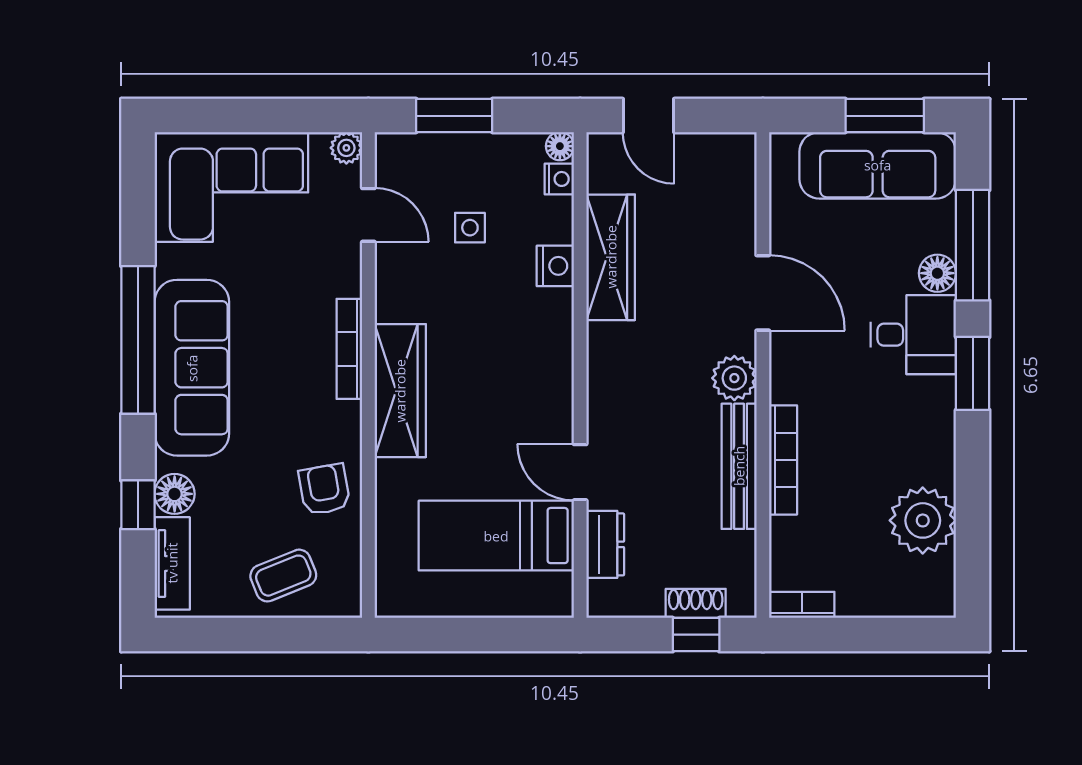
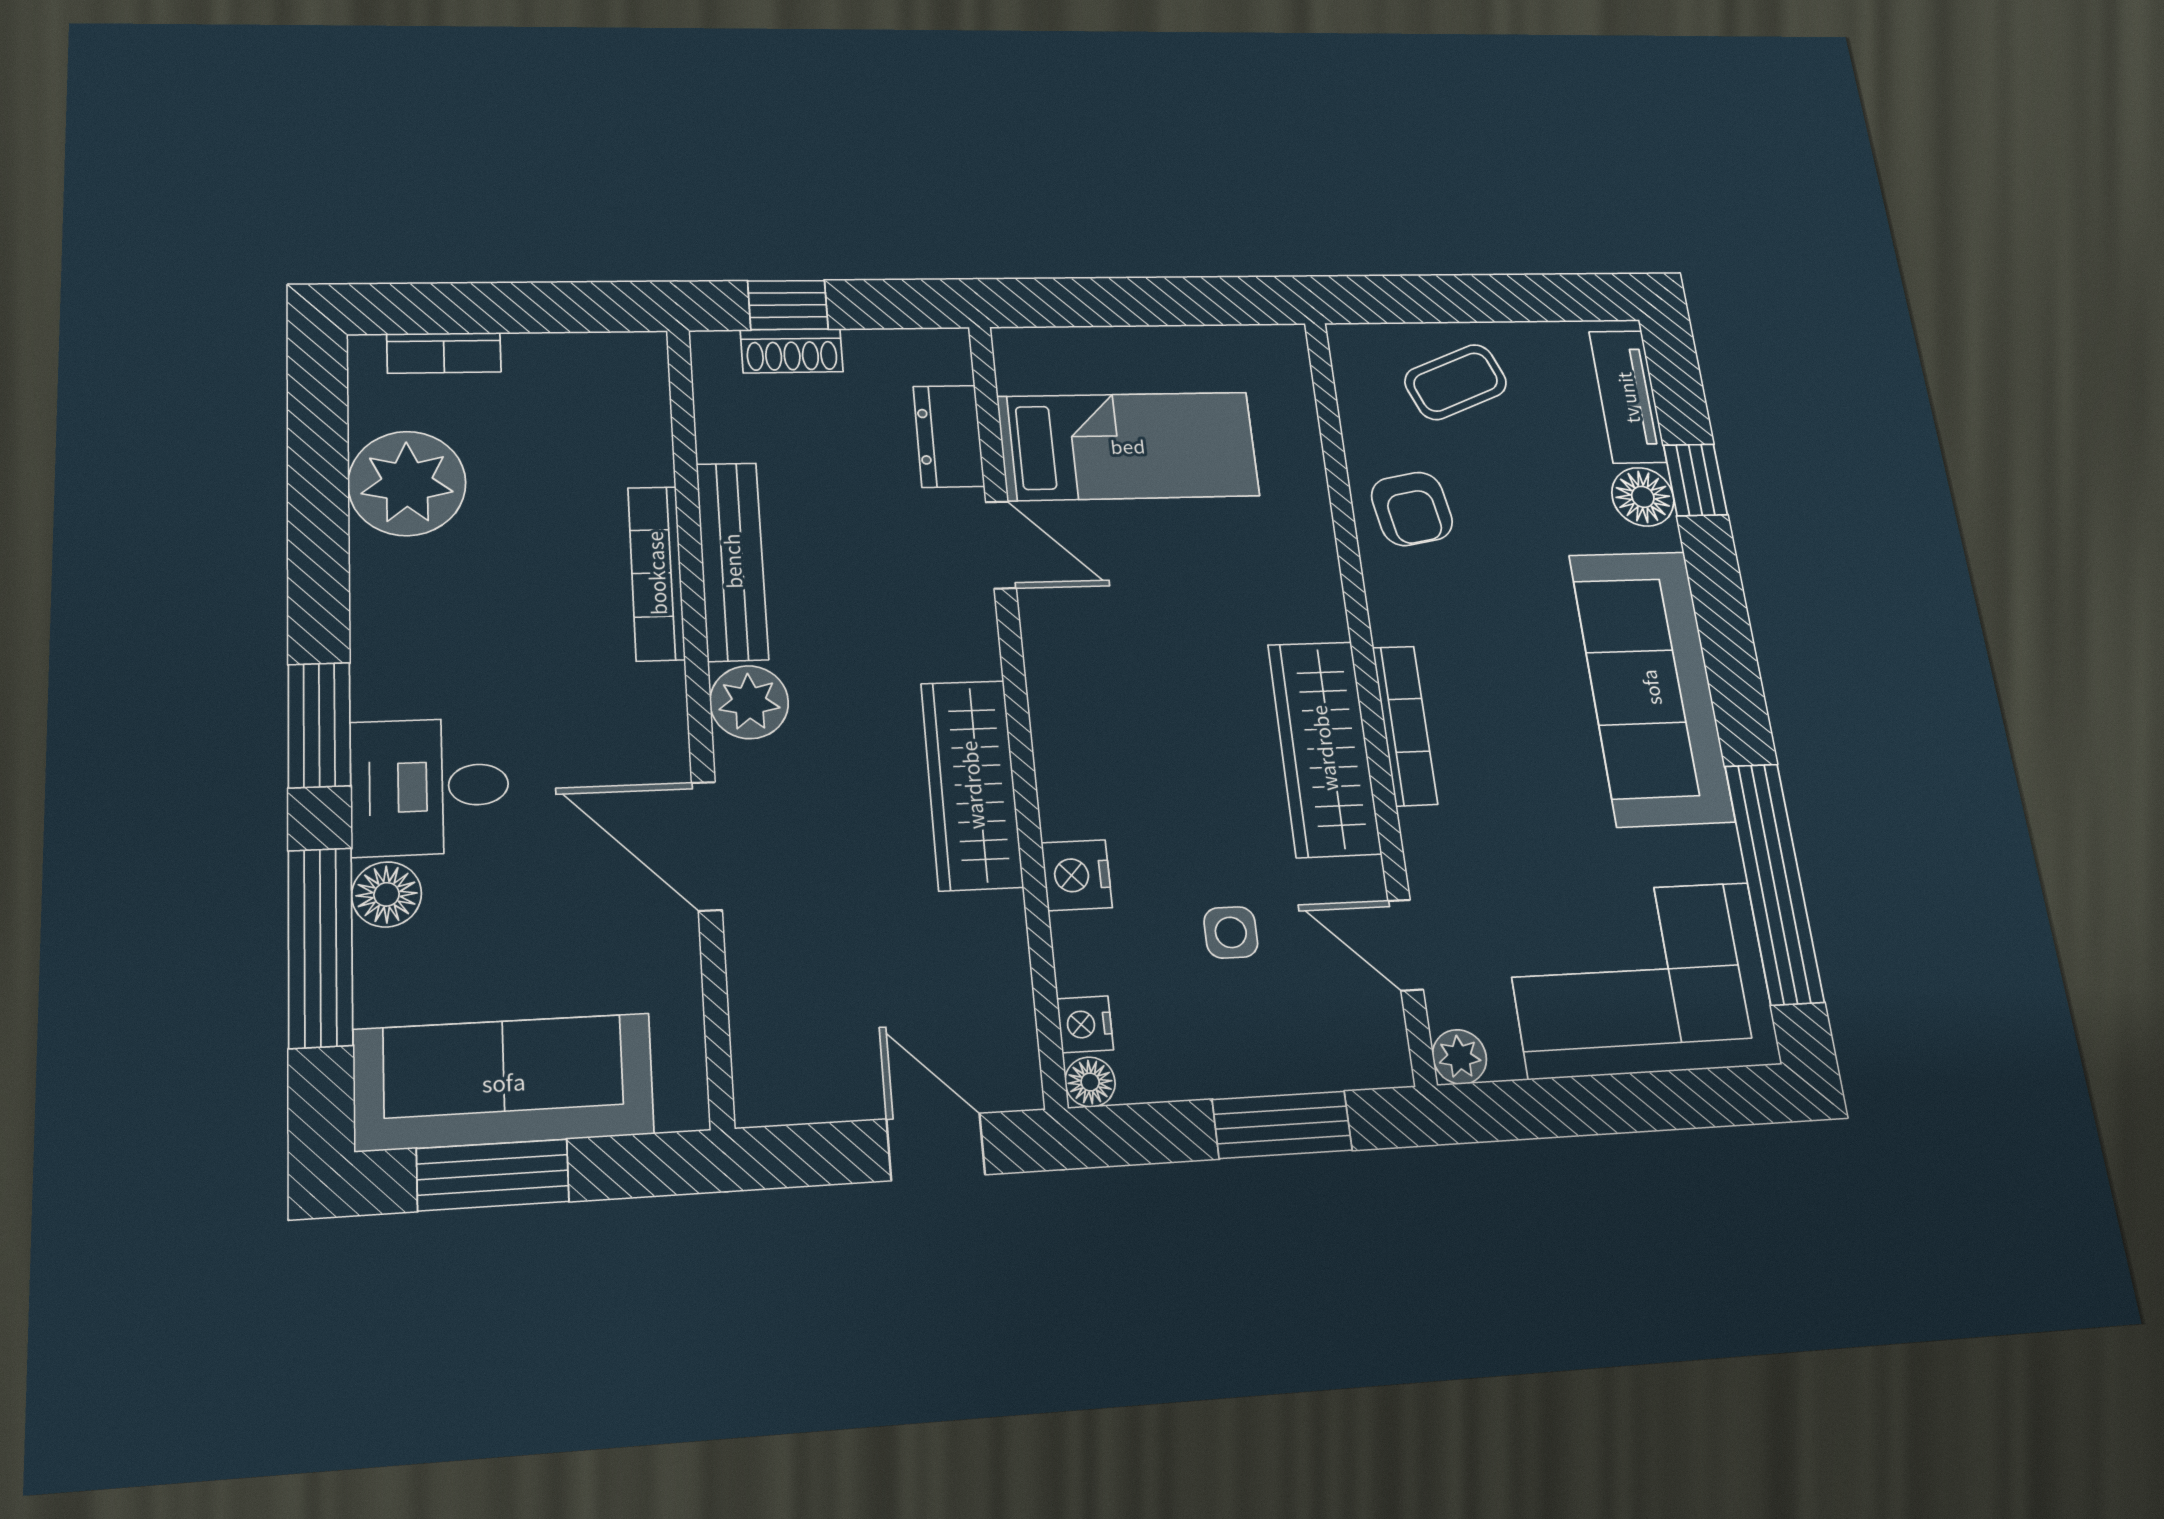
wardrobe: (611, 257) -> (972, 785), moved
window: (138, 340) -> (1774, 883), moved
wardrobe: (400, 391) -> (1324, 748), moved
bookcase: (802, 605) -> (444, 353), moved

